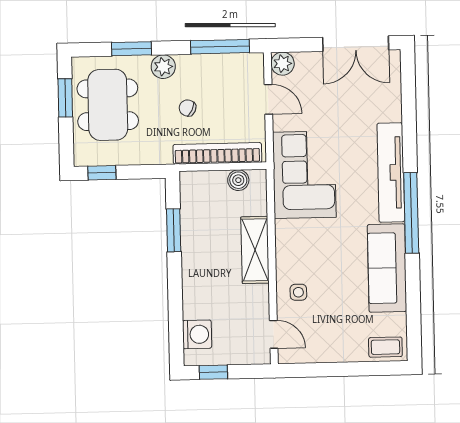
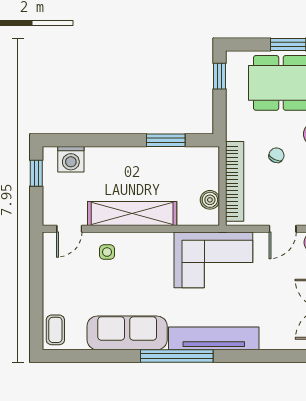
shelving: (255, 250) -> (132, 214), width x1.47

